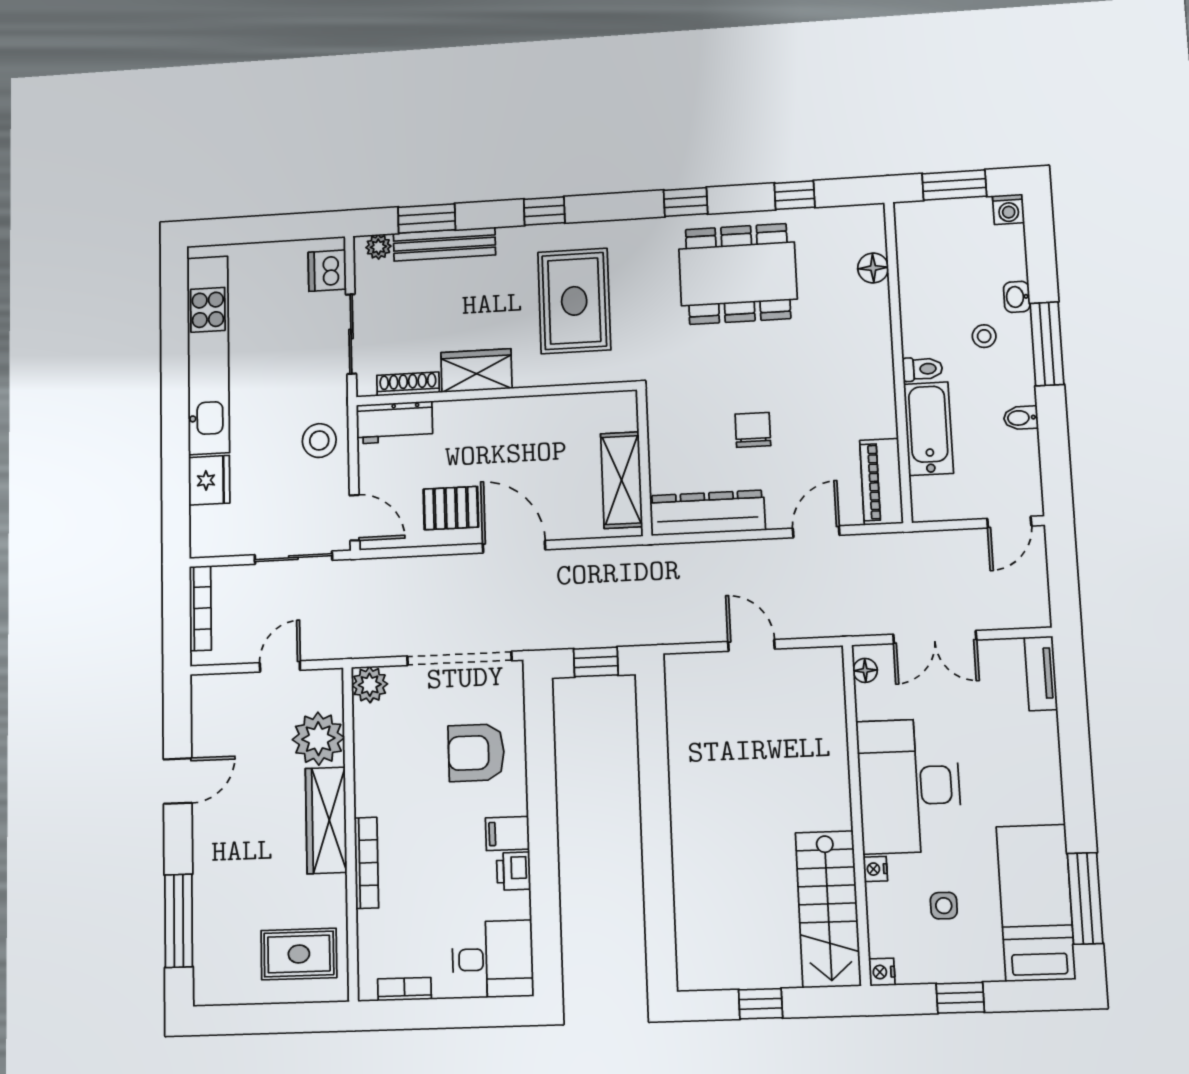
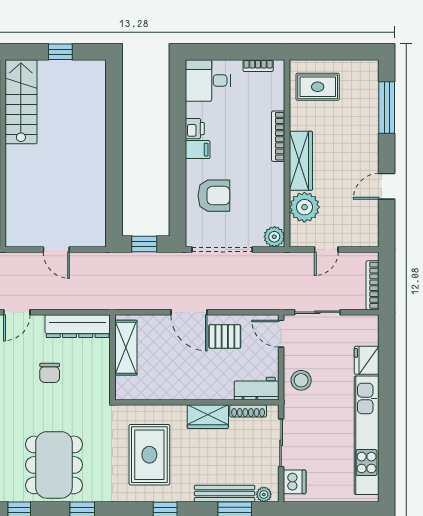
dining table: (738, 274) -> (54, 465), turned 90

